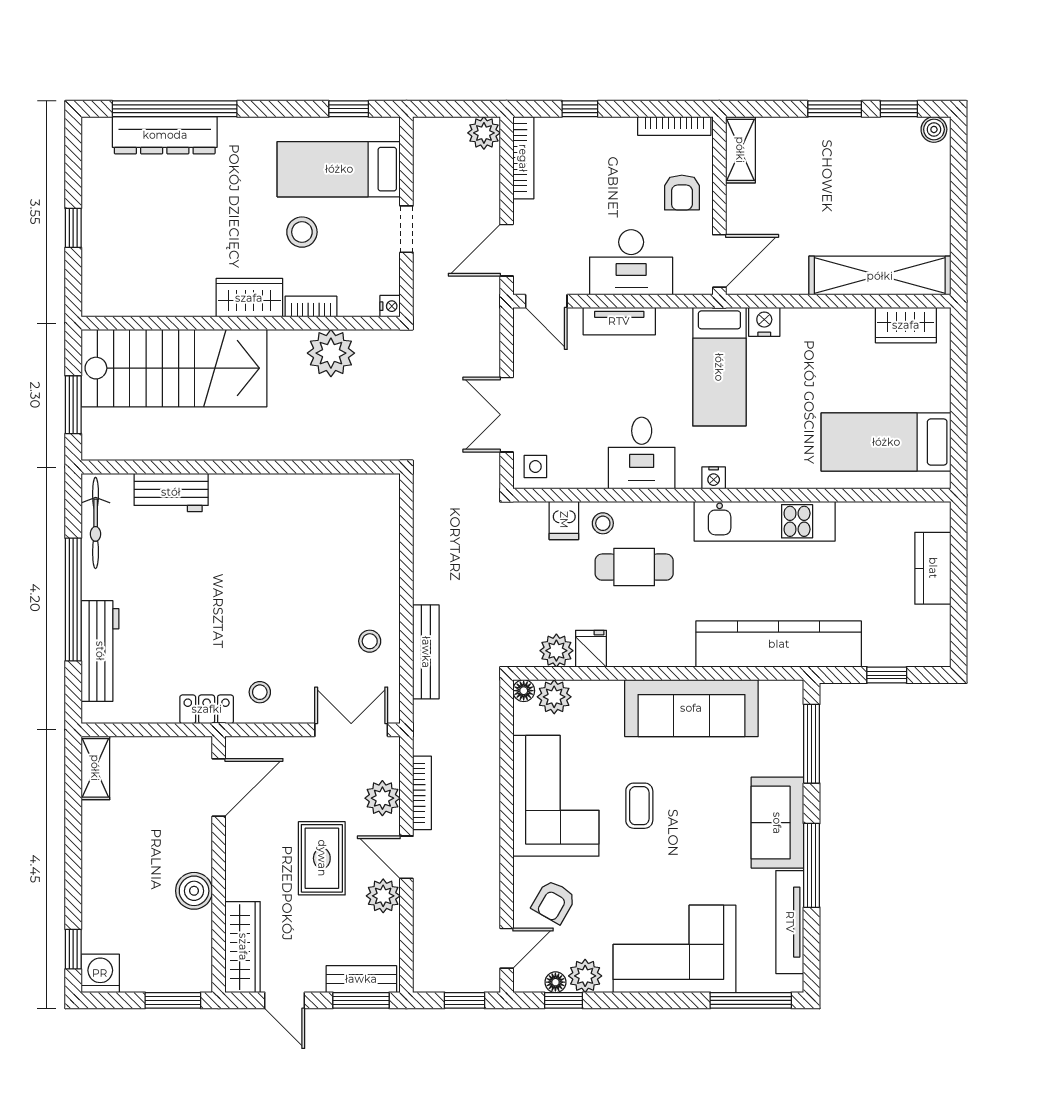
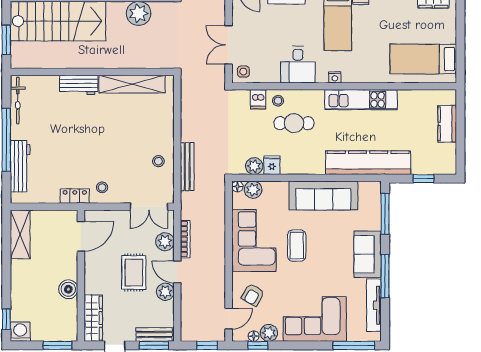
shelving: (318, 491) -> (132, 84), added
workbench: (171, 492) -> (79, 85), moved
double door: (351, 730) -> (149, 207), swing flipped
shelving: (95, 768) -> (20, 234), width x1.50, depth x1.33
coffee table: (639, 806) -> (297, 246), width x1.36, depth x1.30

